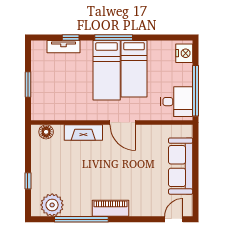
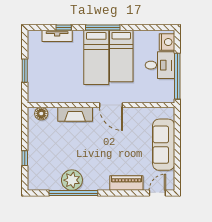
desk: (177, 102) -> (160, 65), moved
plant: (52, 205) -> (72, 180), moved
piano: (111, 208) -> (126, 183), moved

